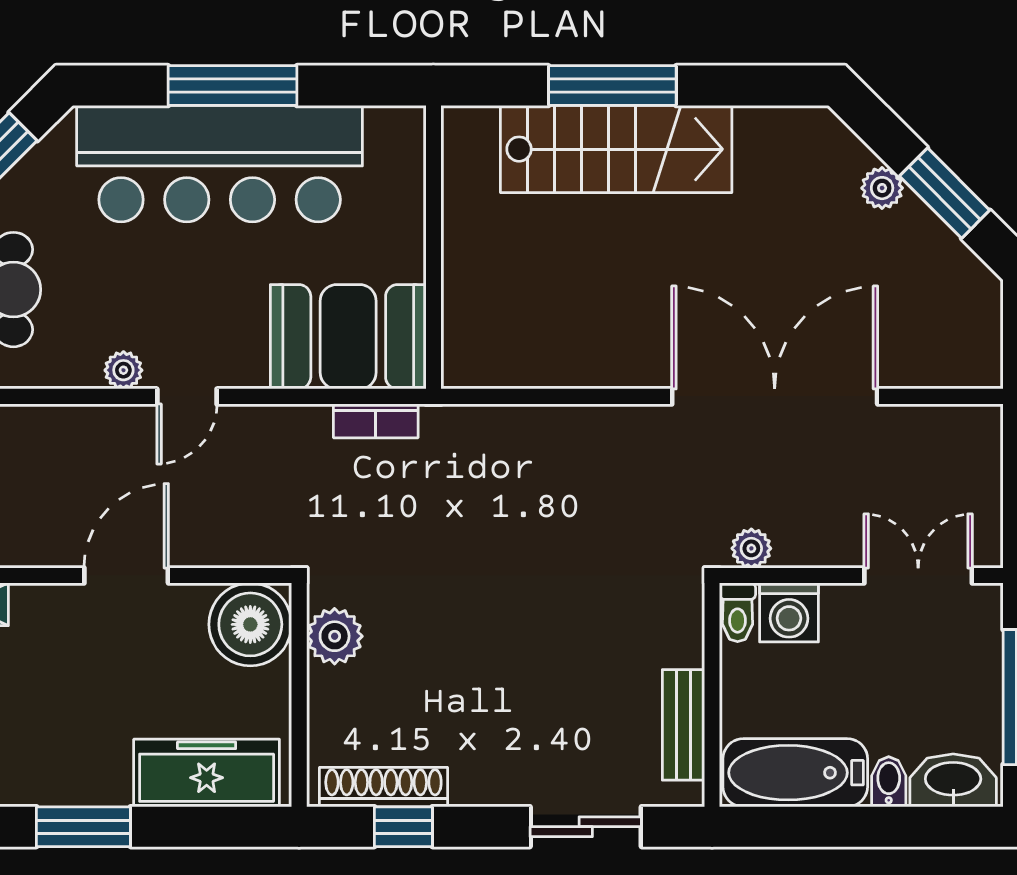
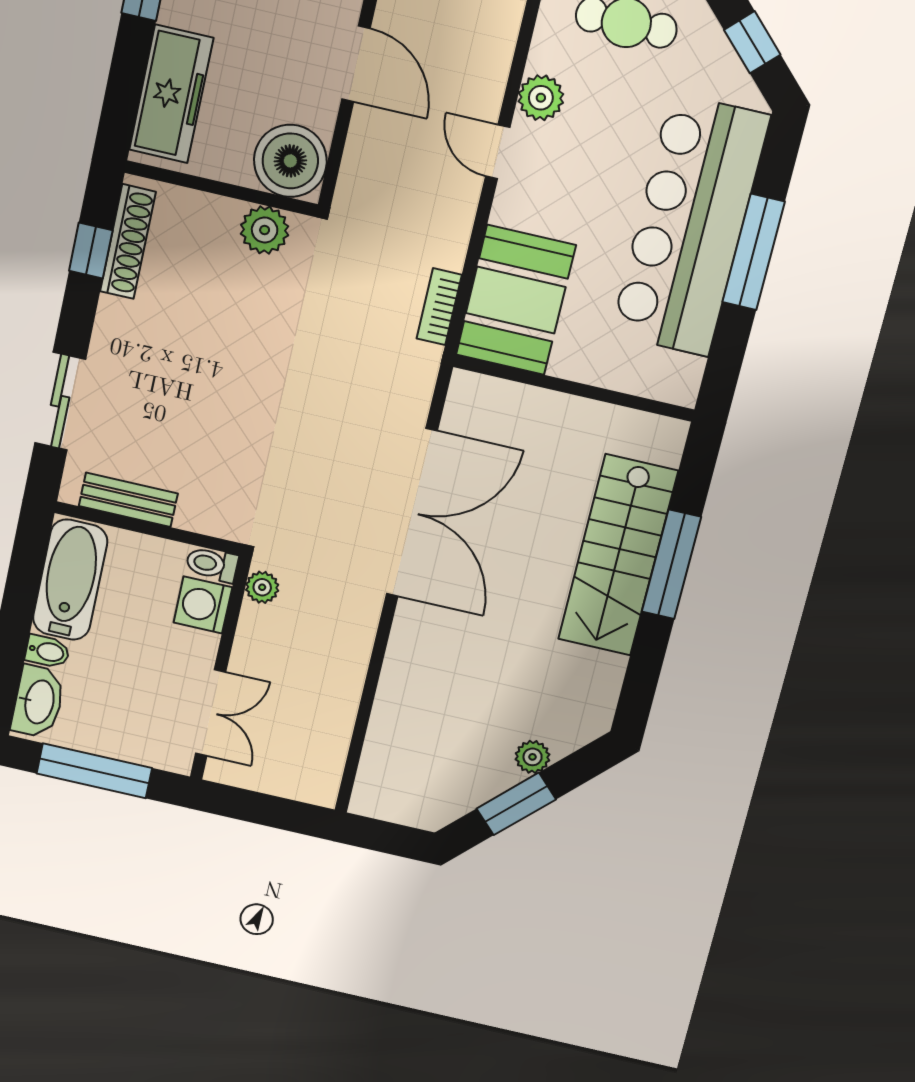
plant: (123, 370) -> (541, 98), width x1.38, depth x1.38
double door: (775, 396) -> (412, 513), moved

